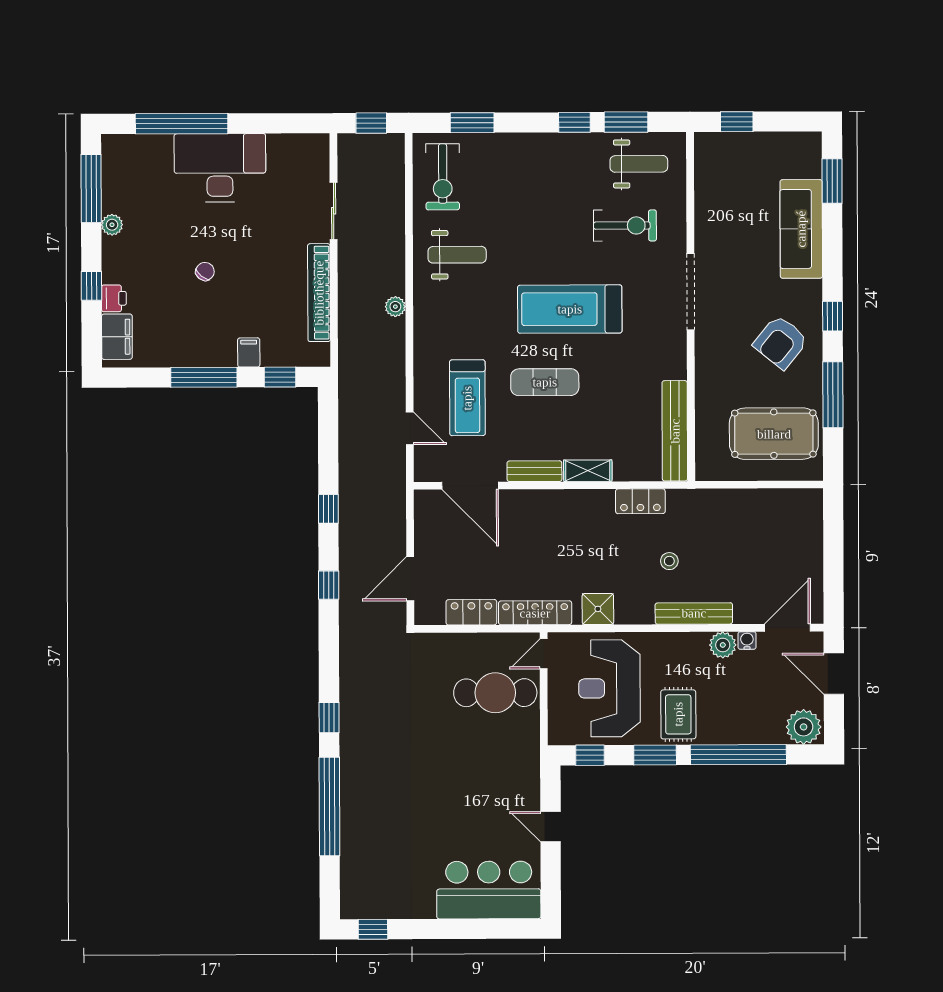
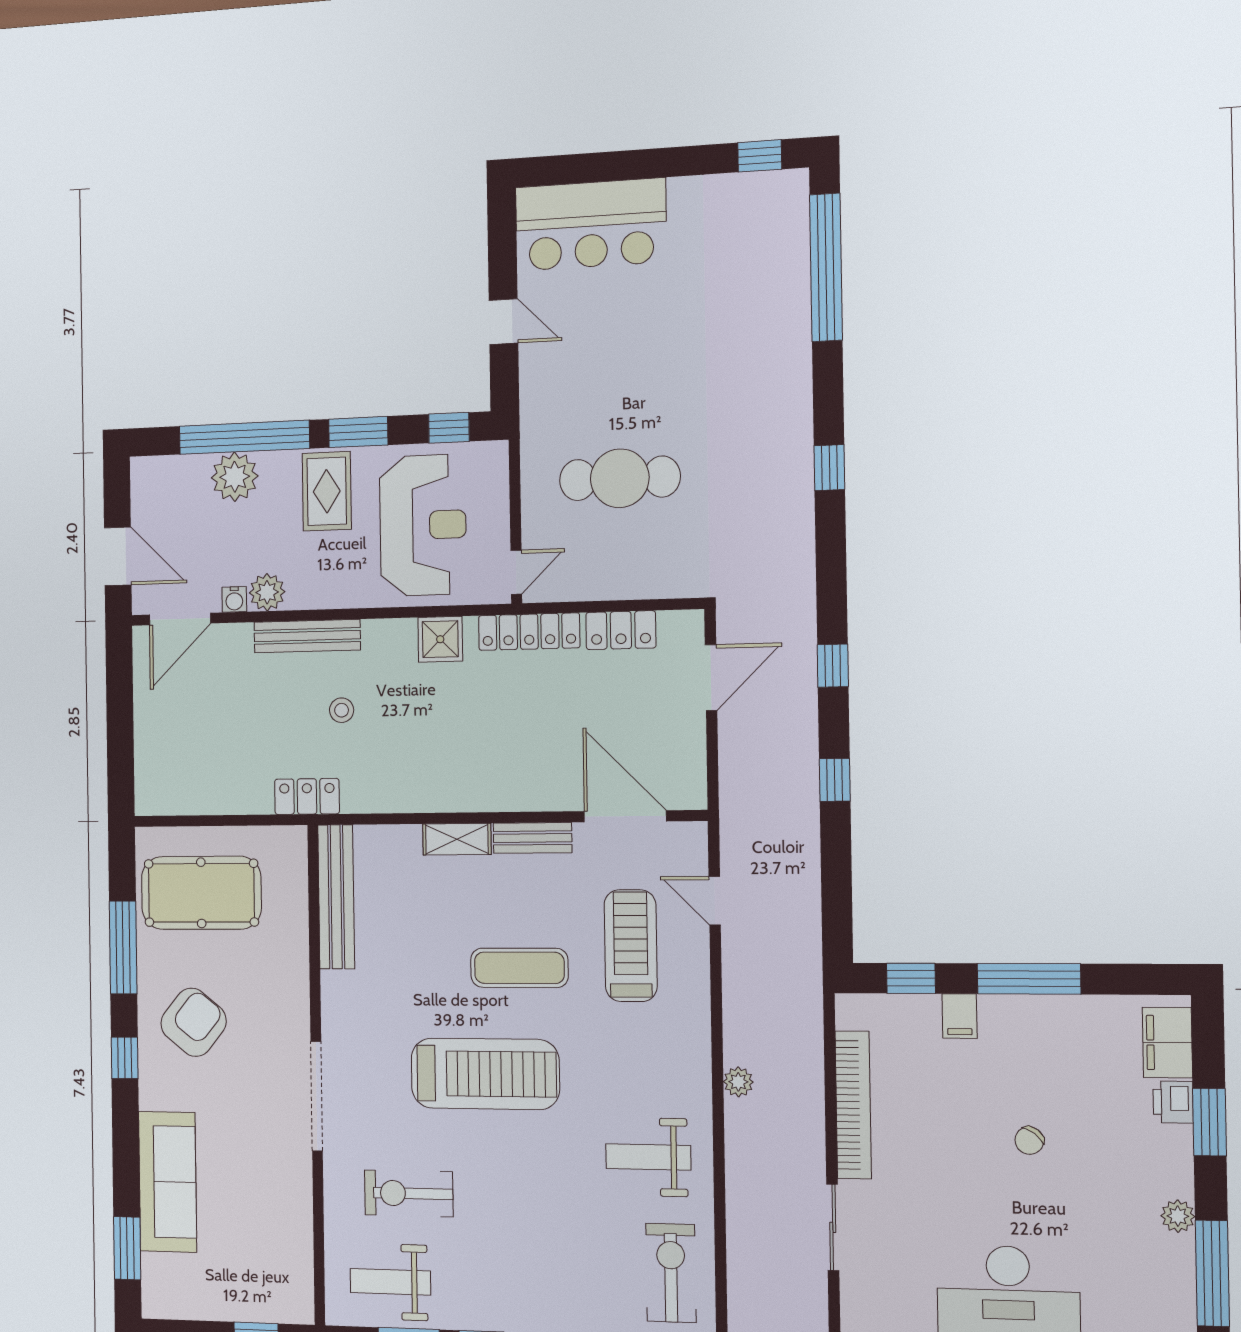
window: (91, 286) -> (1210, 1122), width x1.50
locker: (640, 501) -> (307, 796), moved
cafe table: (495, 693) -> (620, 478), moved
plant: (804, 727) -> (235, 477), moved
window: (329, 806) -> (826, 267), moved

